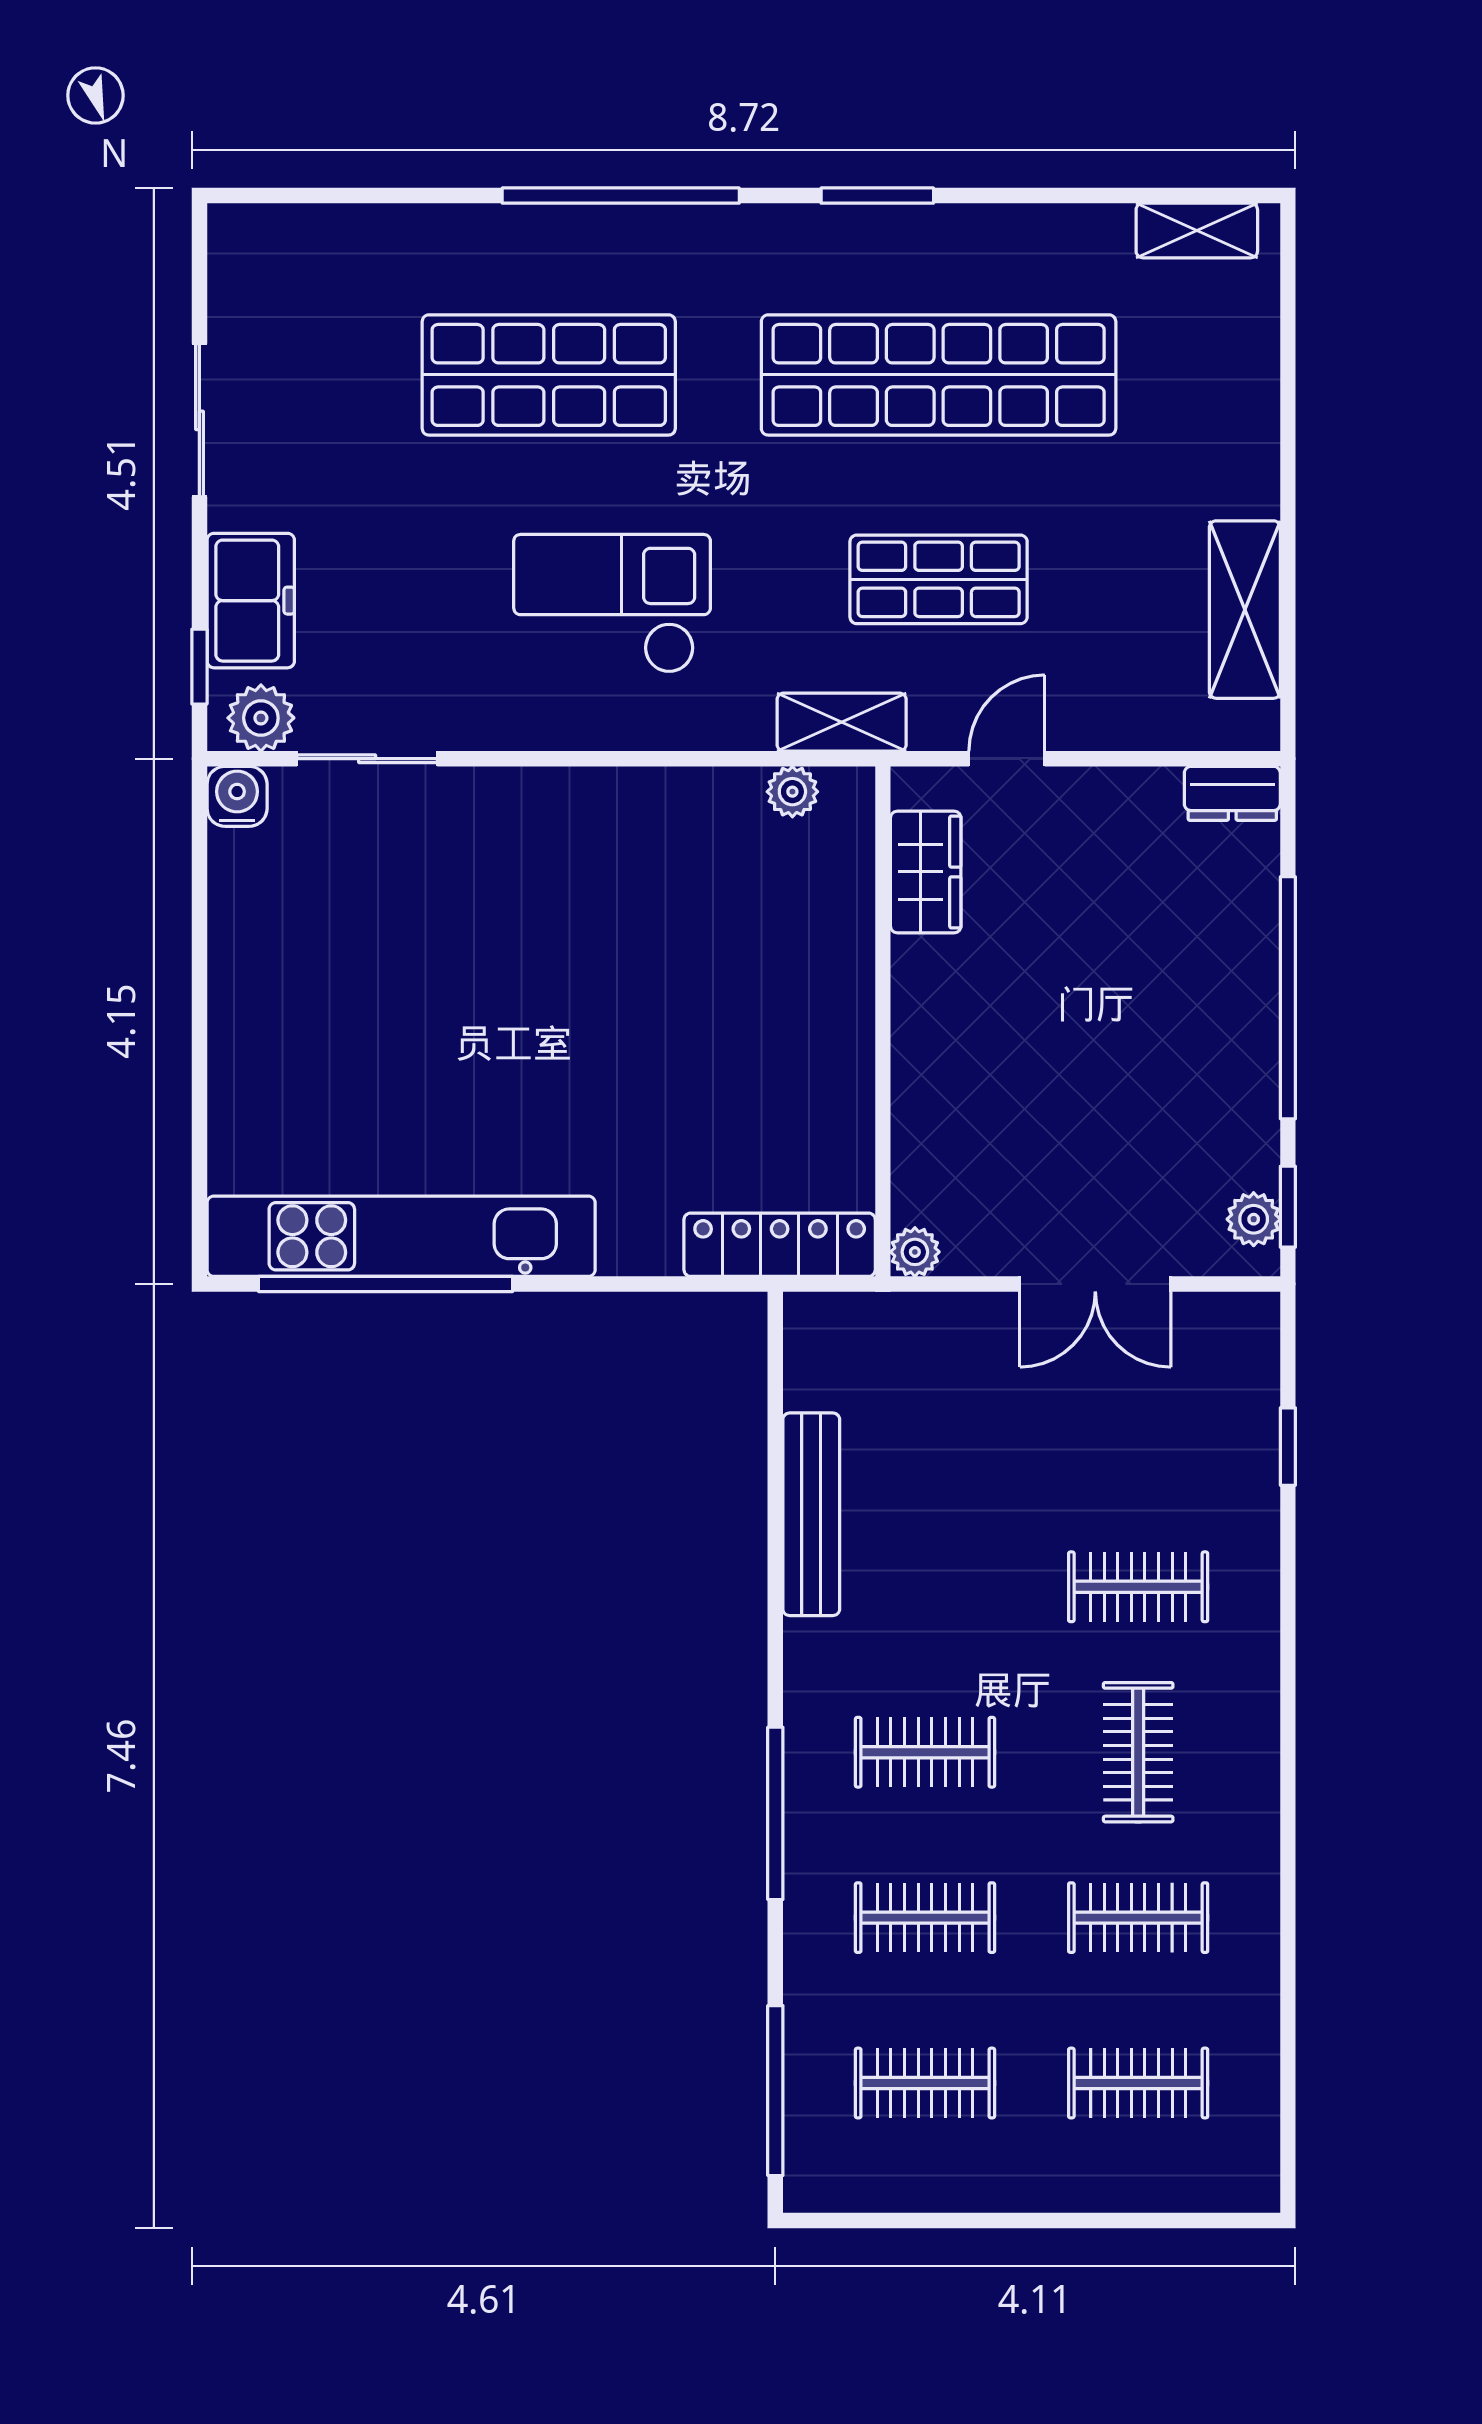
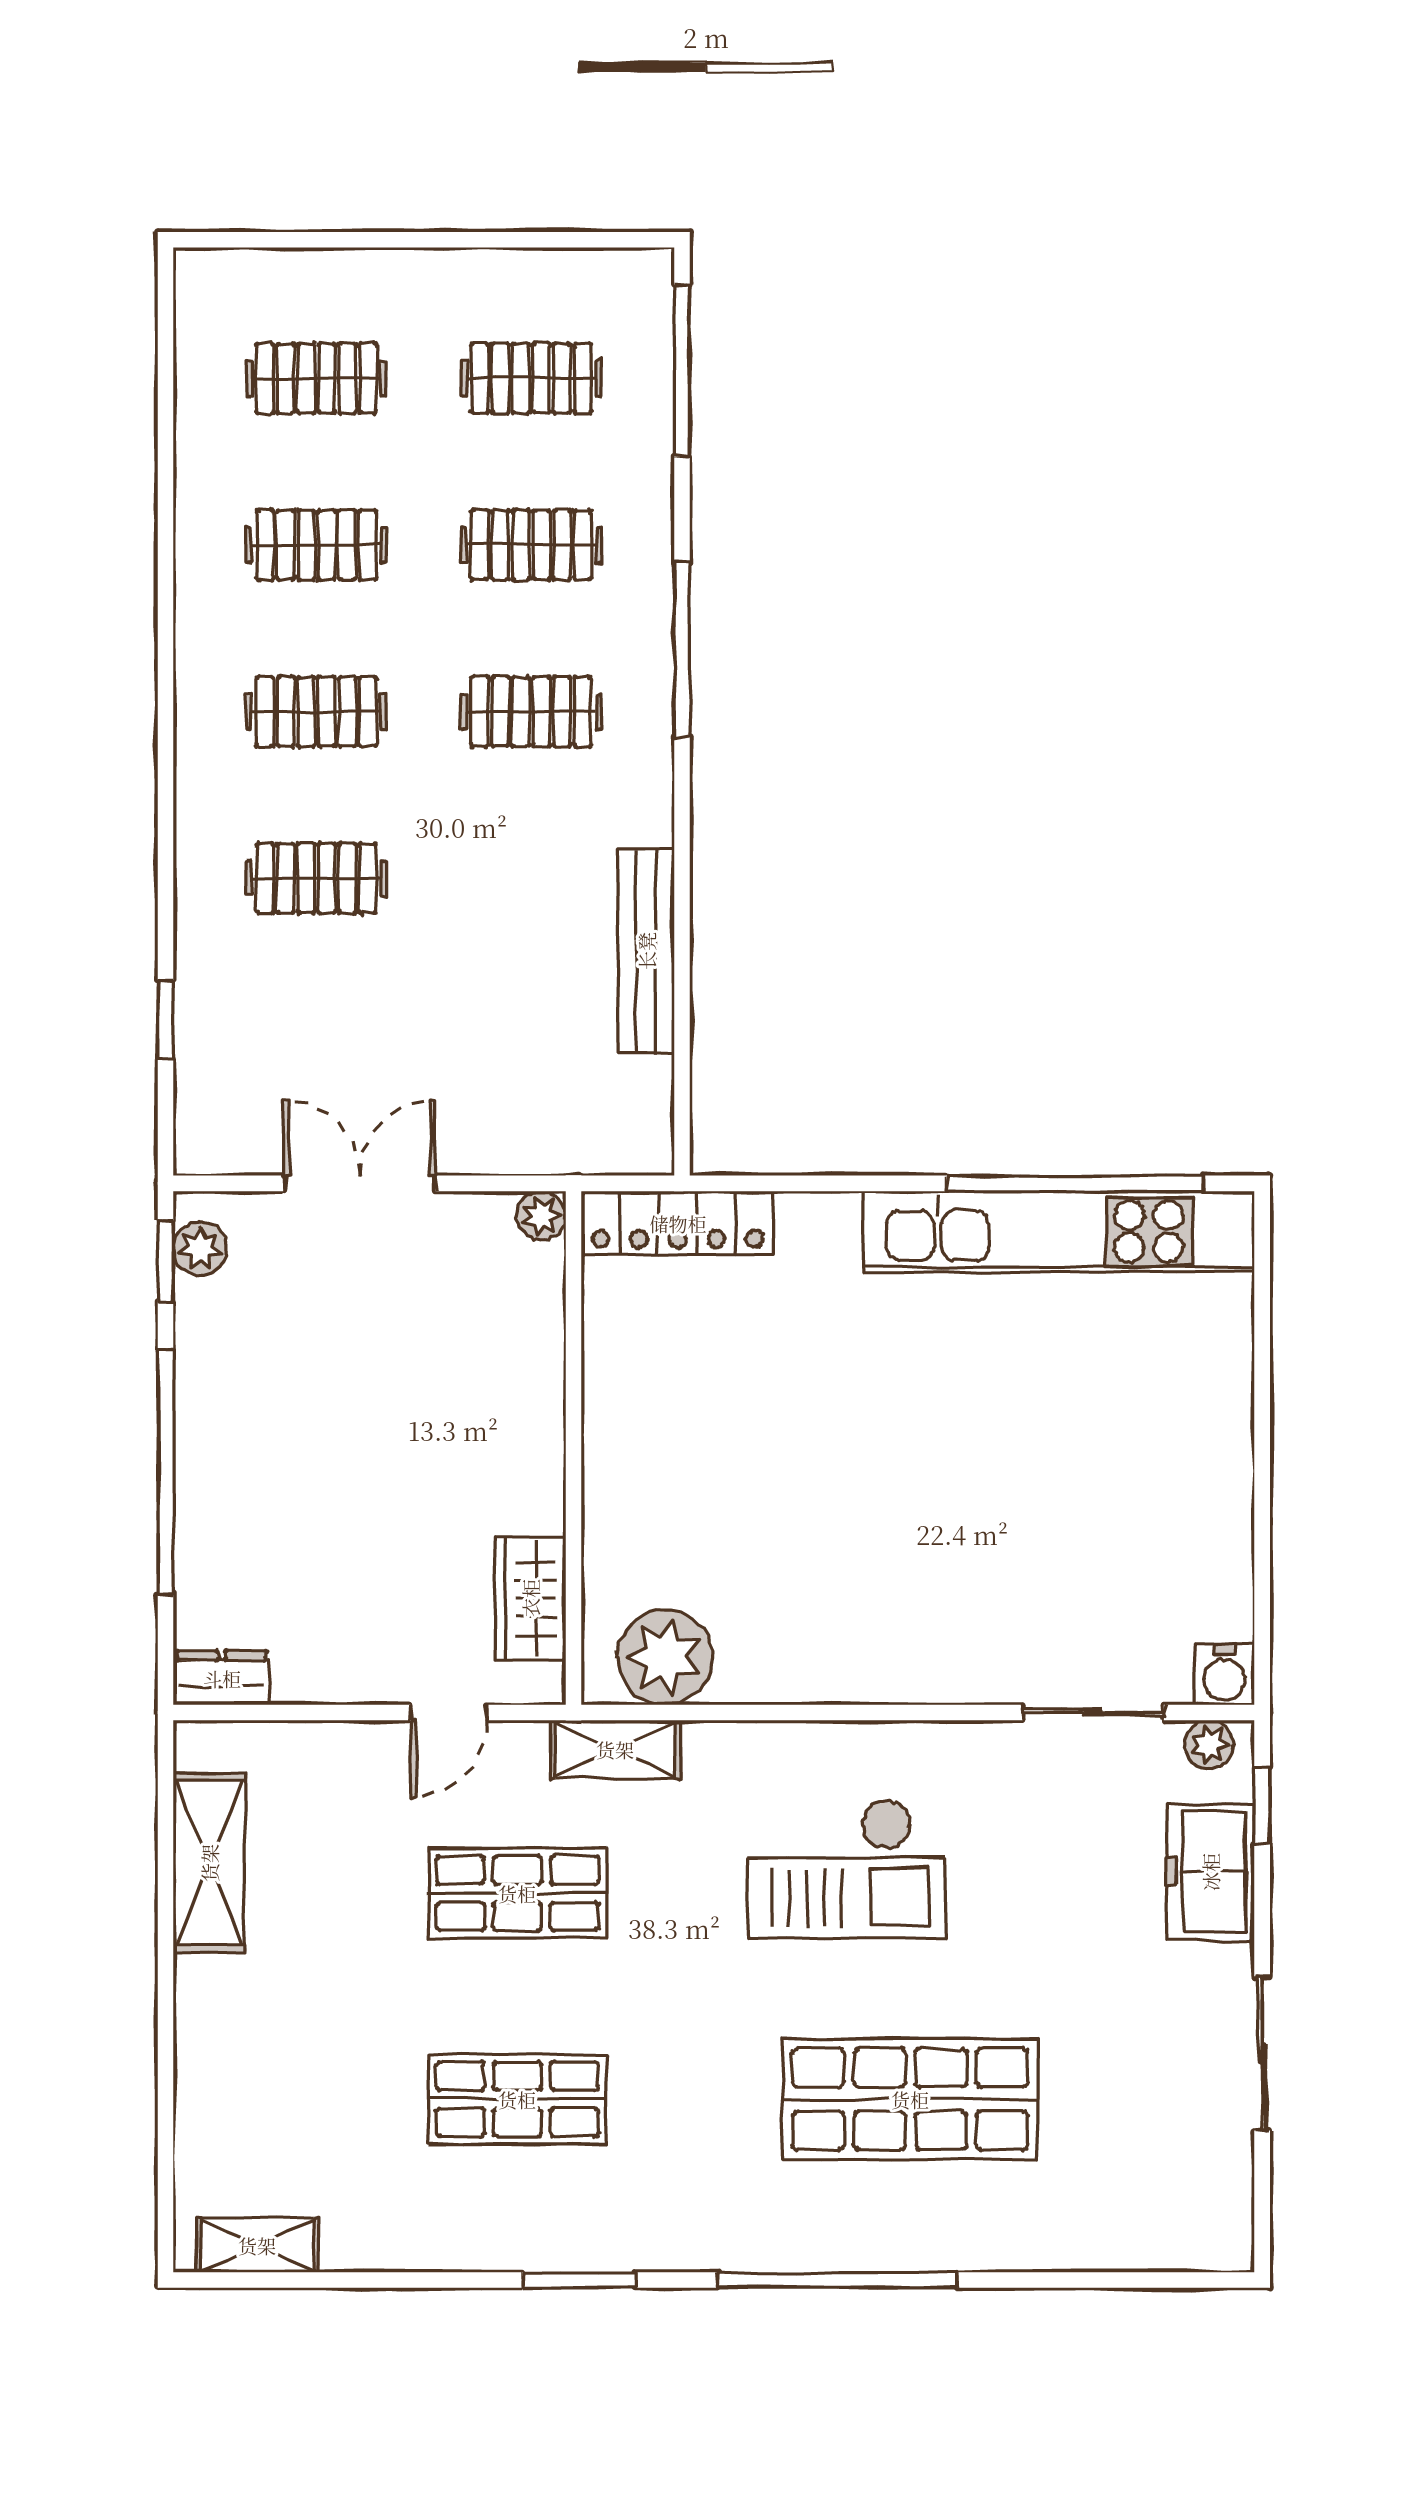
shop shelf: (939, 375) -> (517, 2099), width x0.50, depth x0.74
plant: (261, 718) -> (1209, 1744), width x0.73, depth x0.73
plant: (792, 792) -> (665, 1657), width x1.88, depth x1.88
clothes rail: (1138, 1752) -> (316, 712), turned 90

